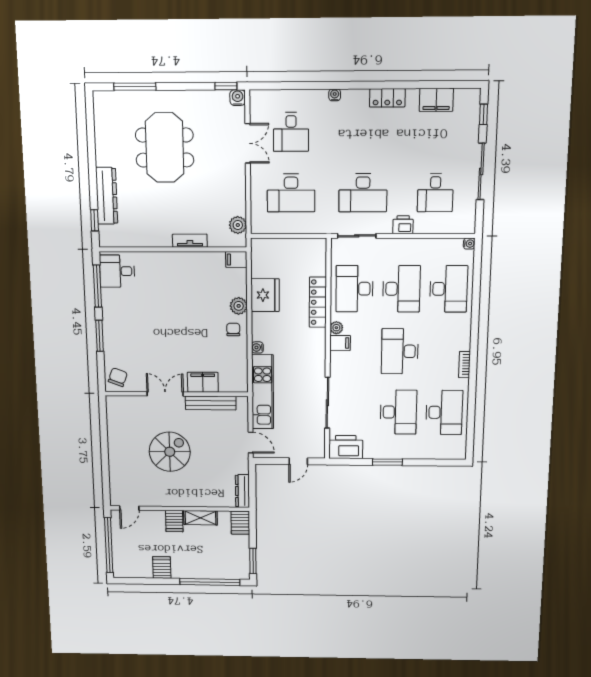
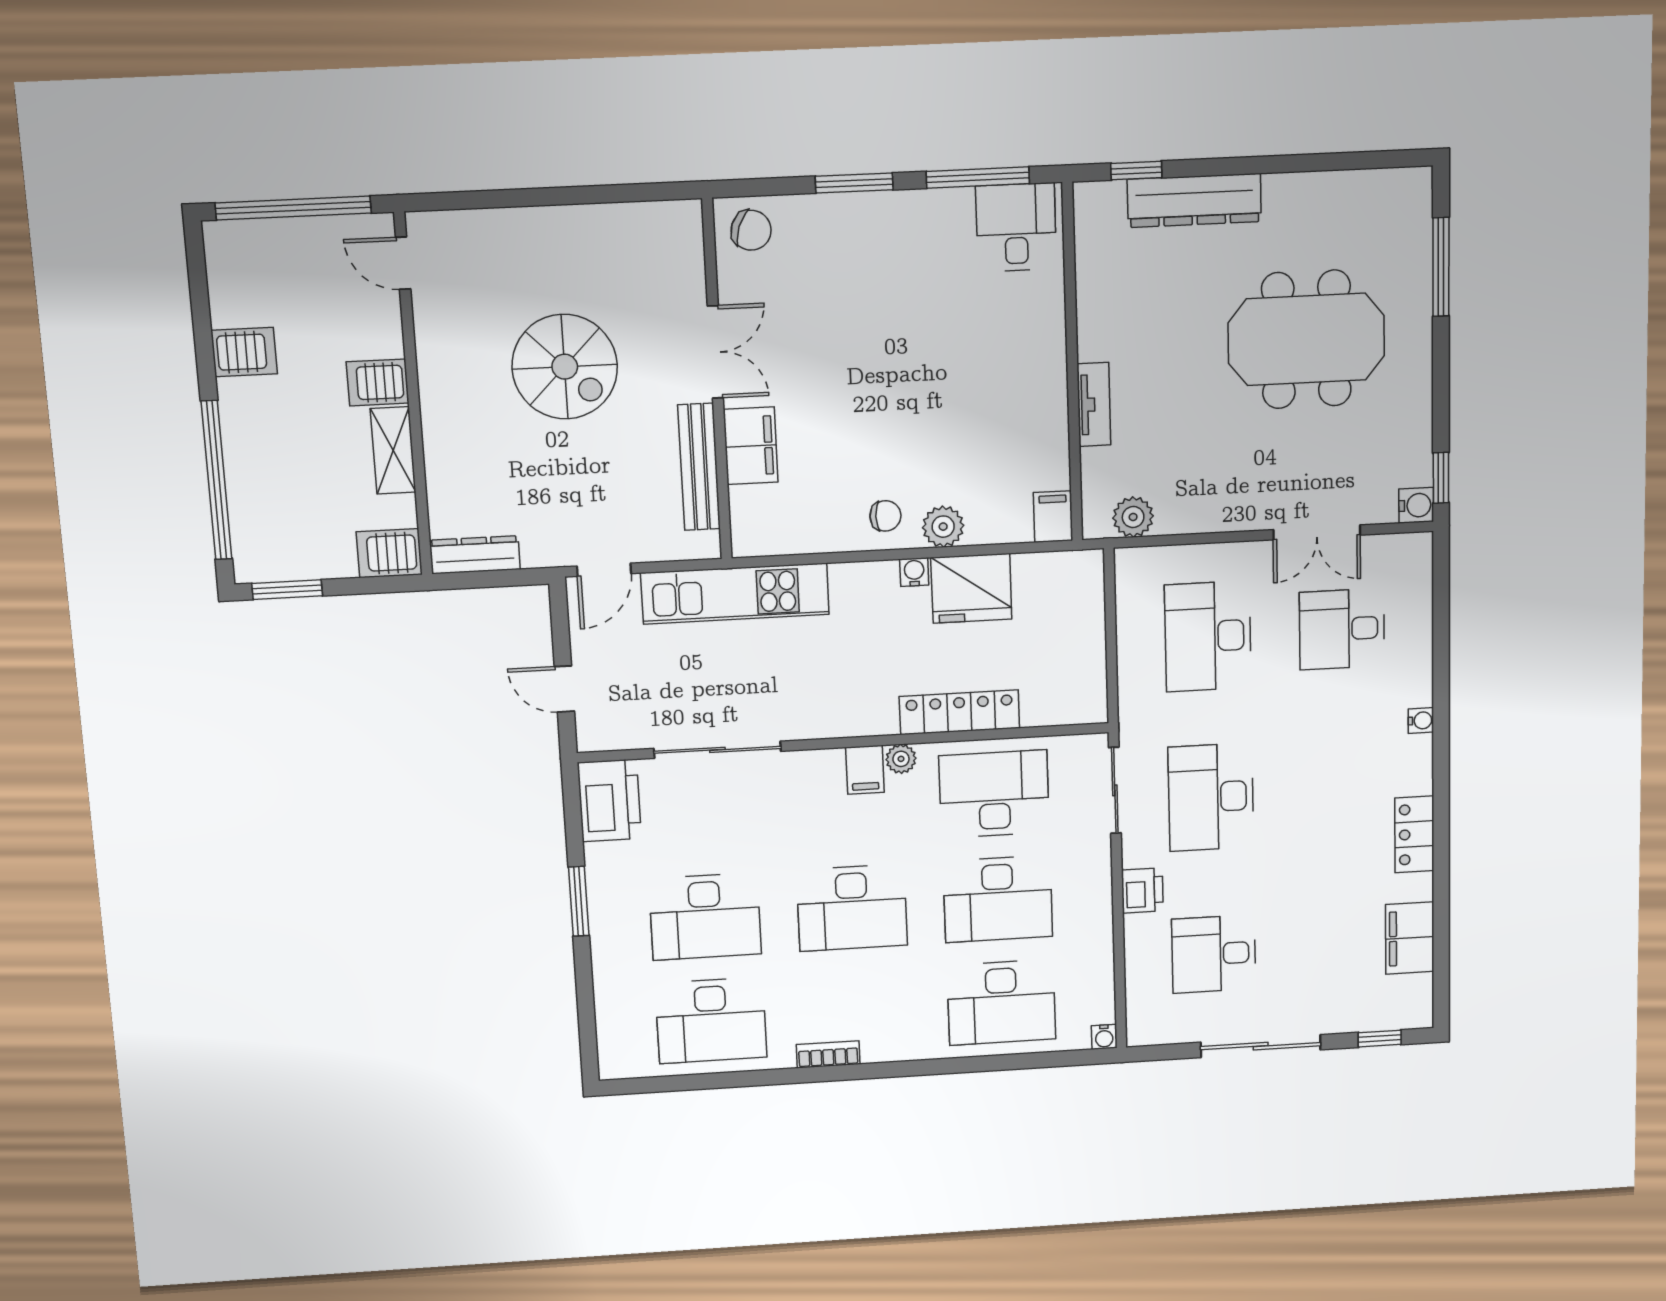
water cooler: (257, 347) -> (914, 572), moved
desk: (400, 351) -> (852, 908), turned 180

